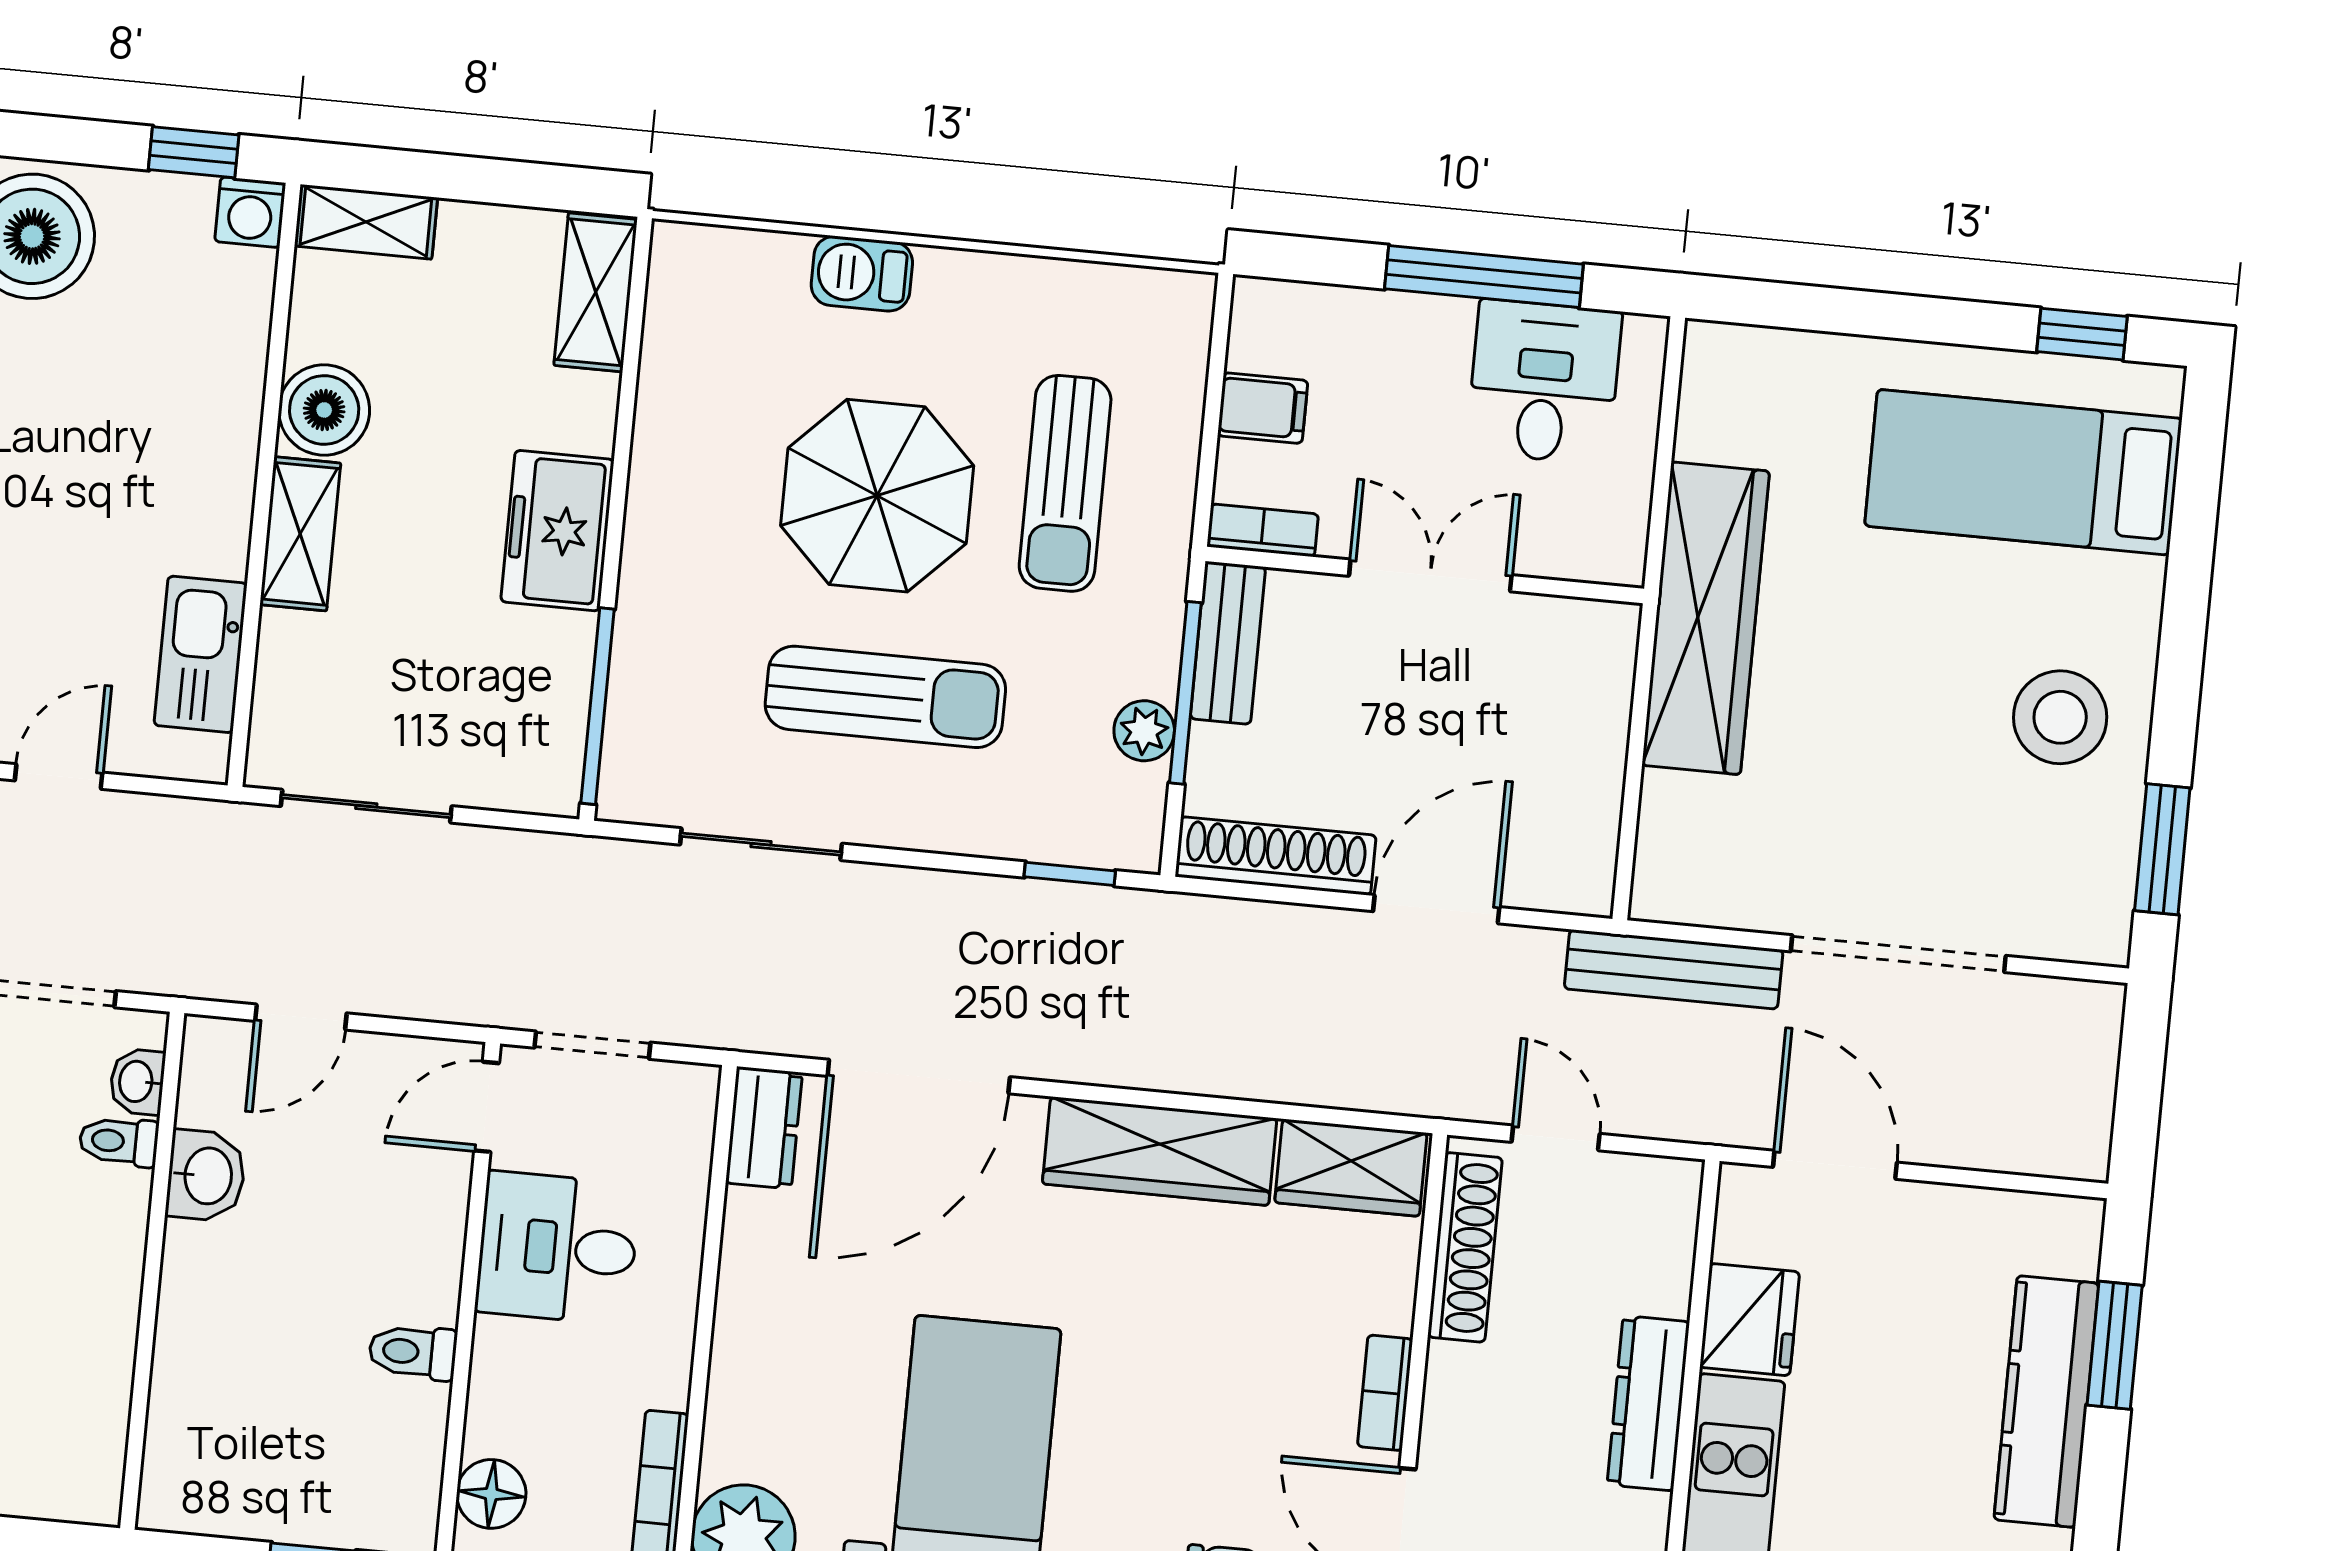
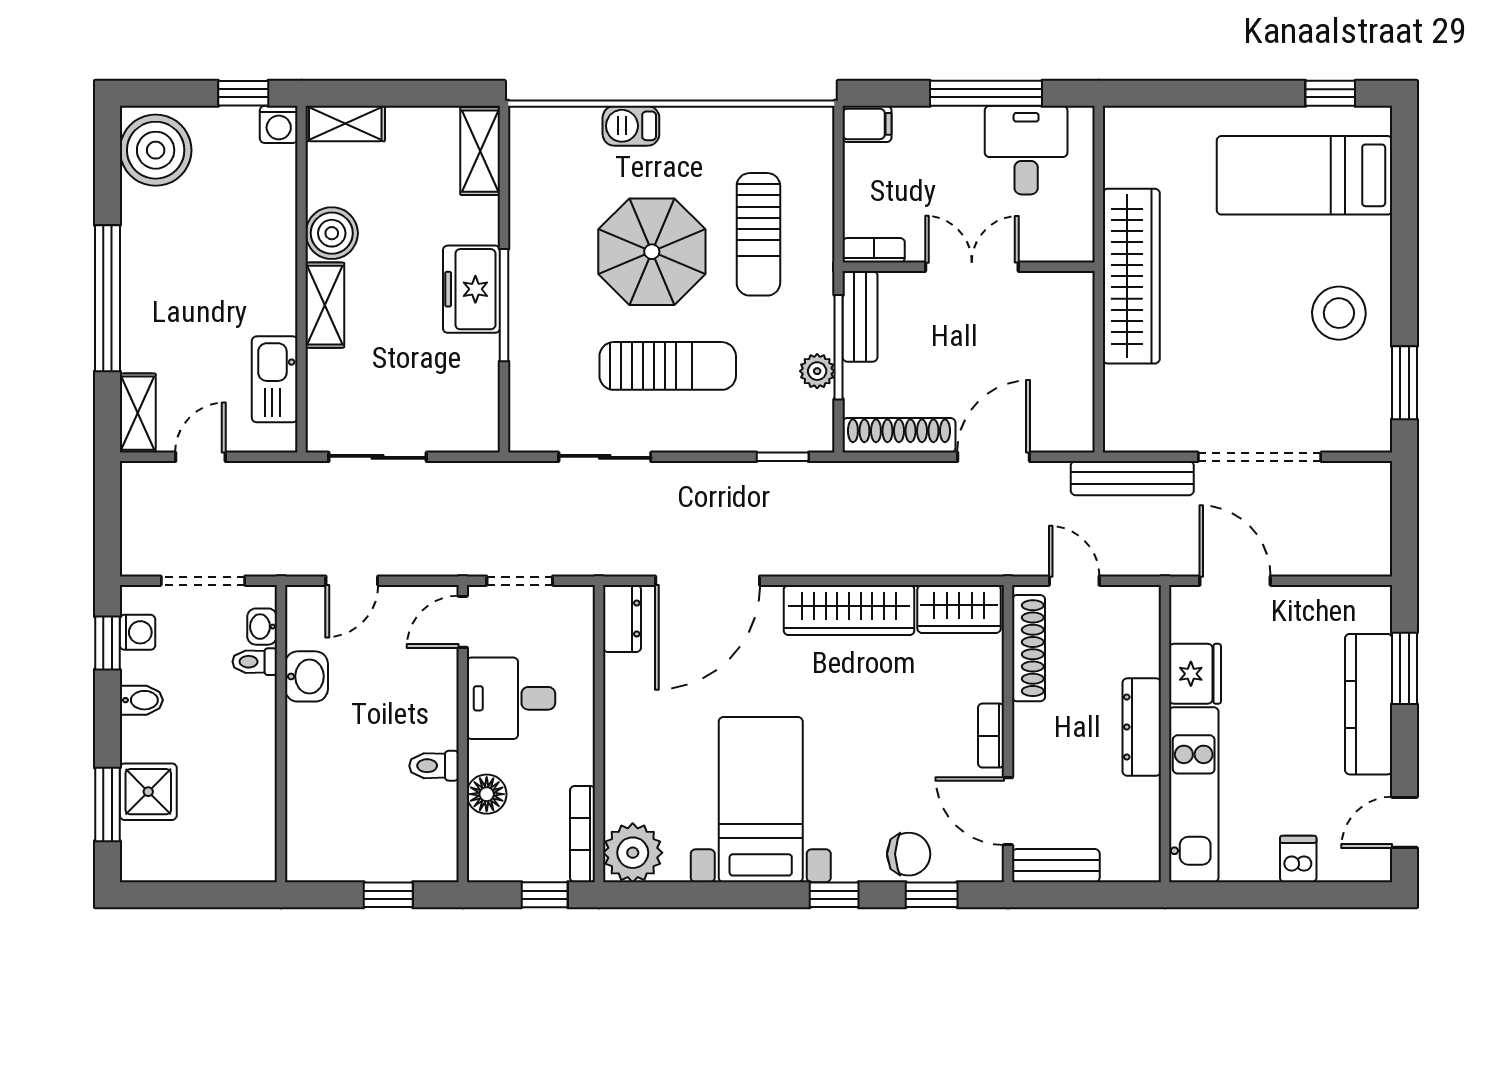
filing cabinet: (1263, 408) -> (867, 124), moved
window: (598, 706) -> (504, 305), moved
floor lamp: (491, 1494) -> (487, 794), moved

